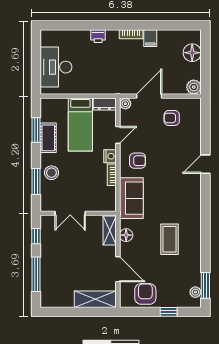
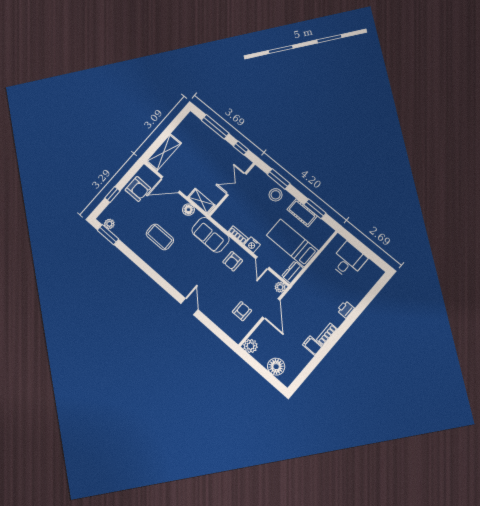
desk: (56, 67) -> (348, 260), width x0.73

